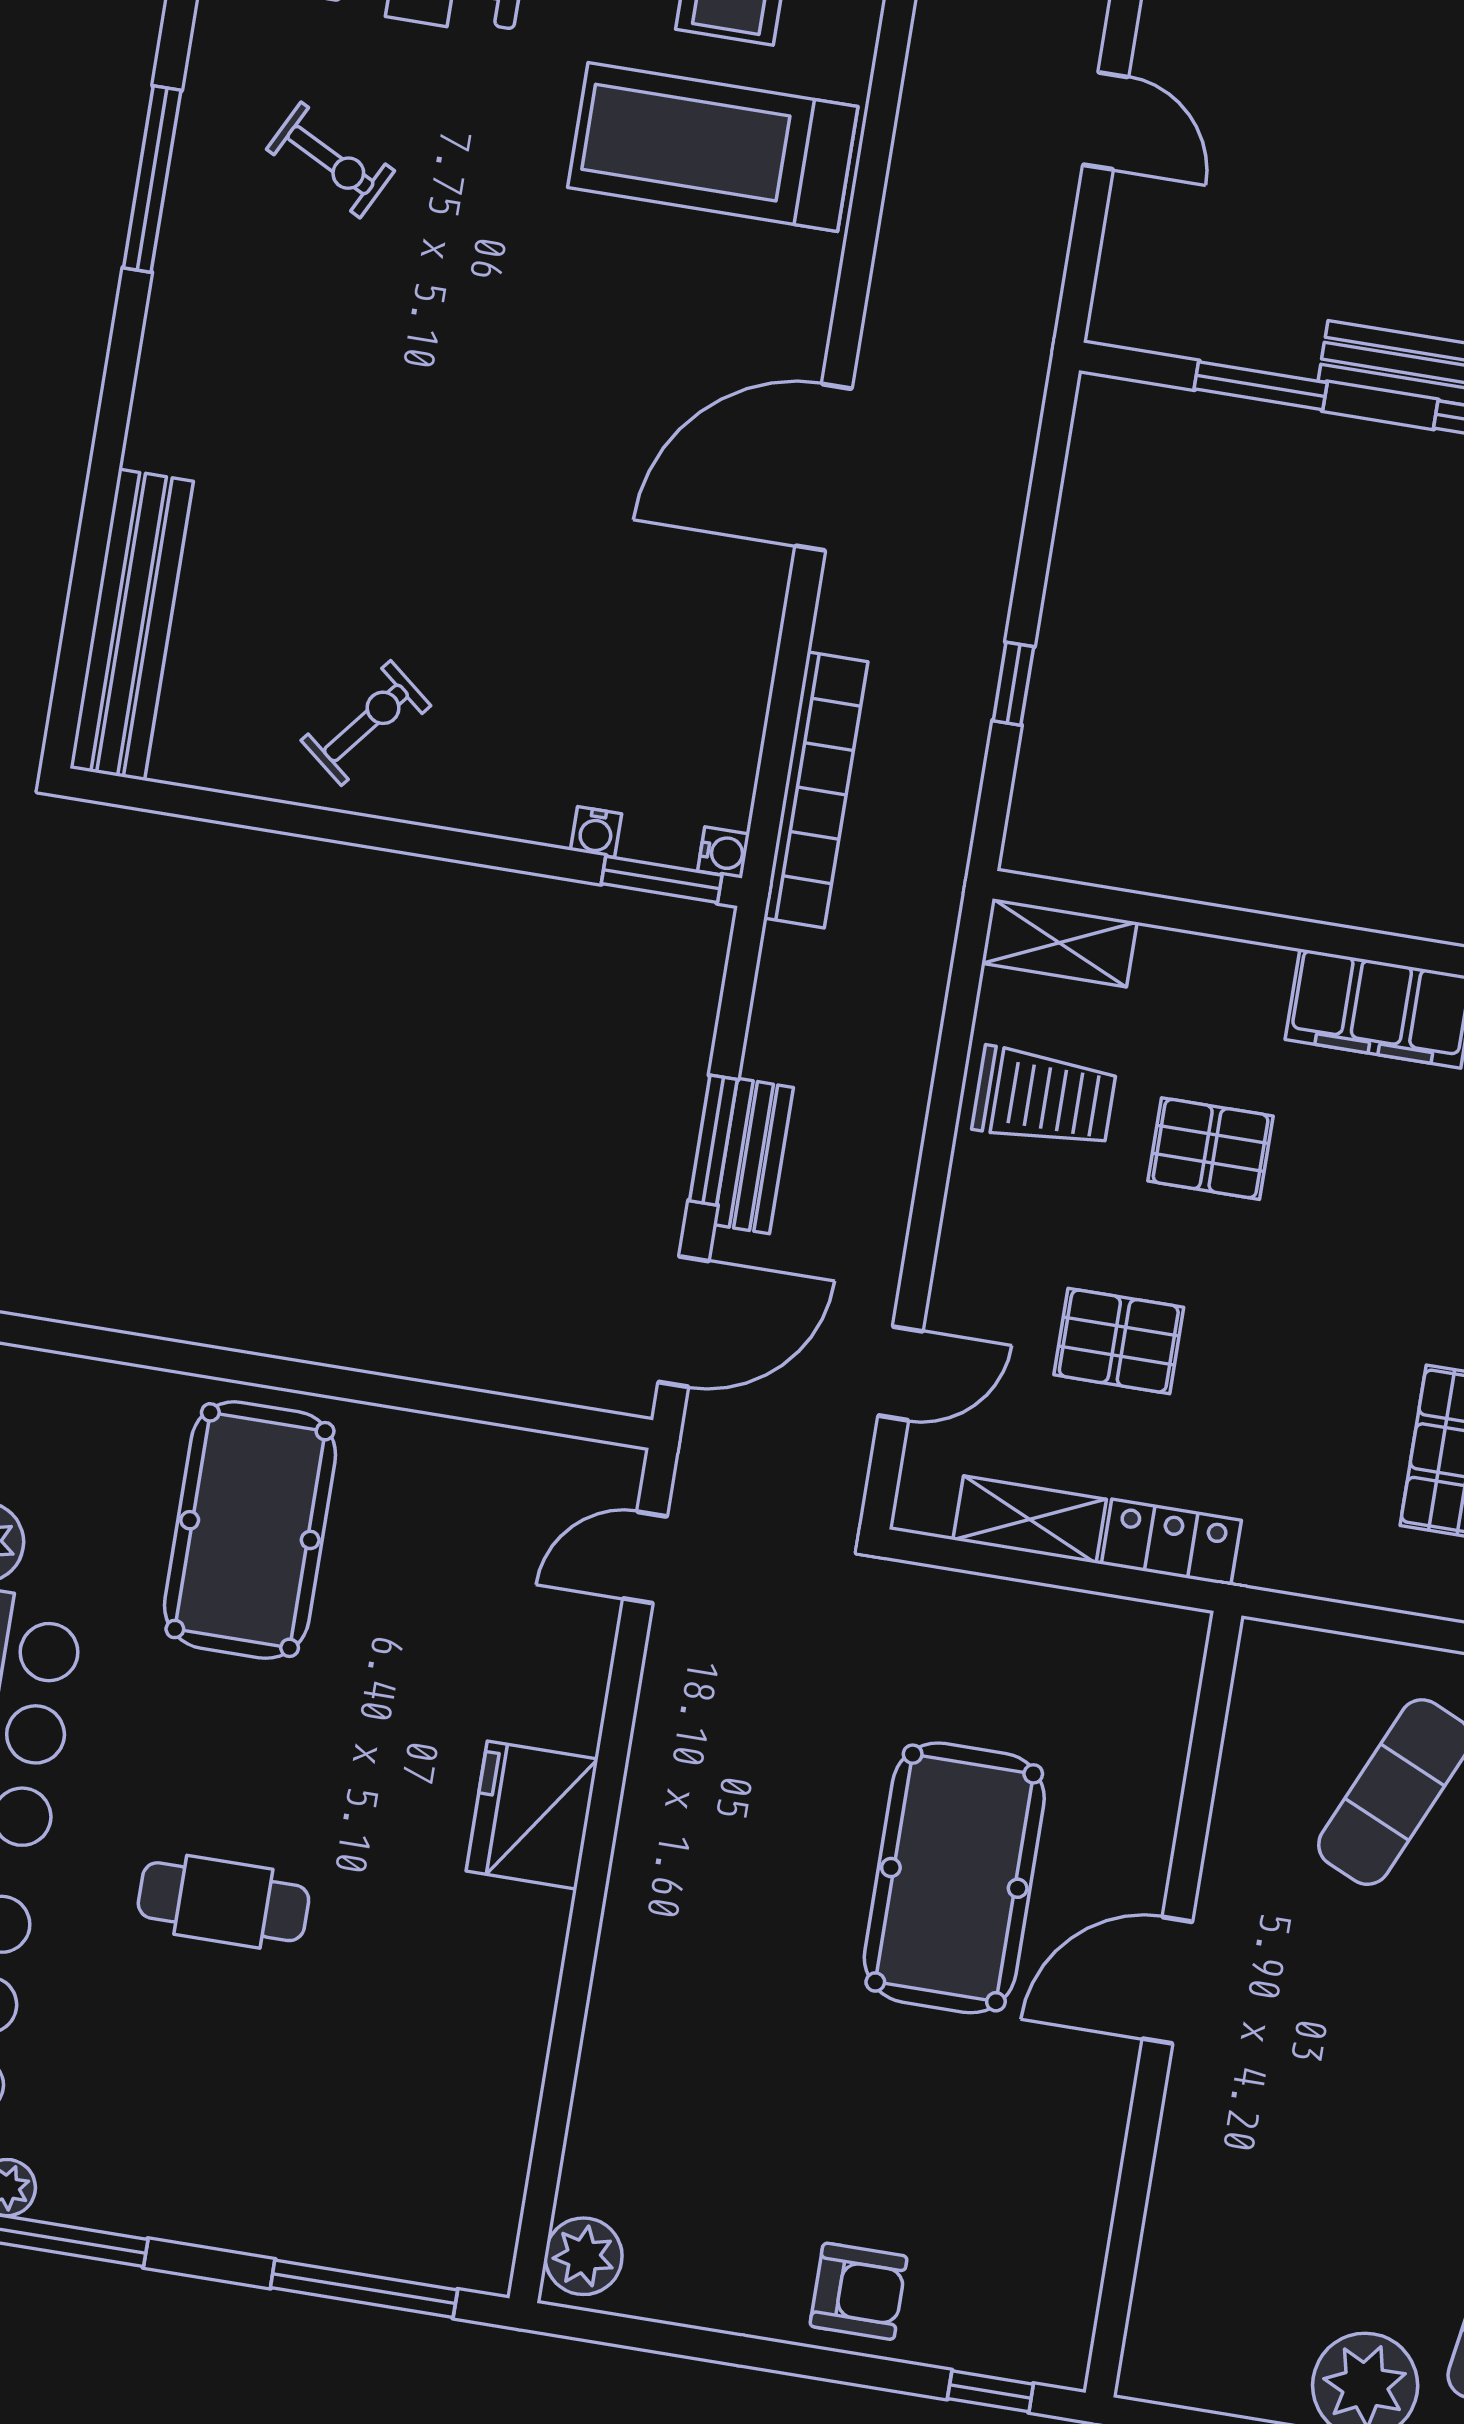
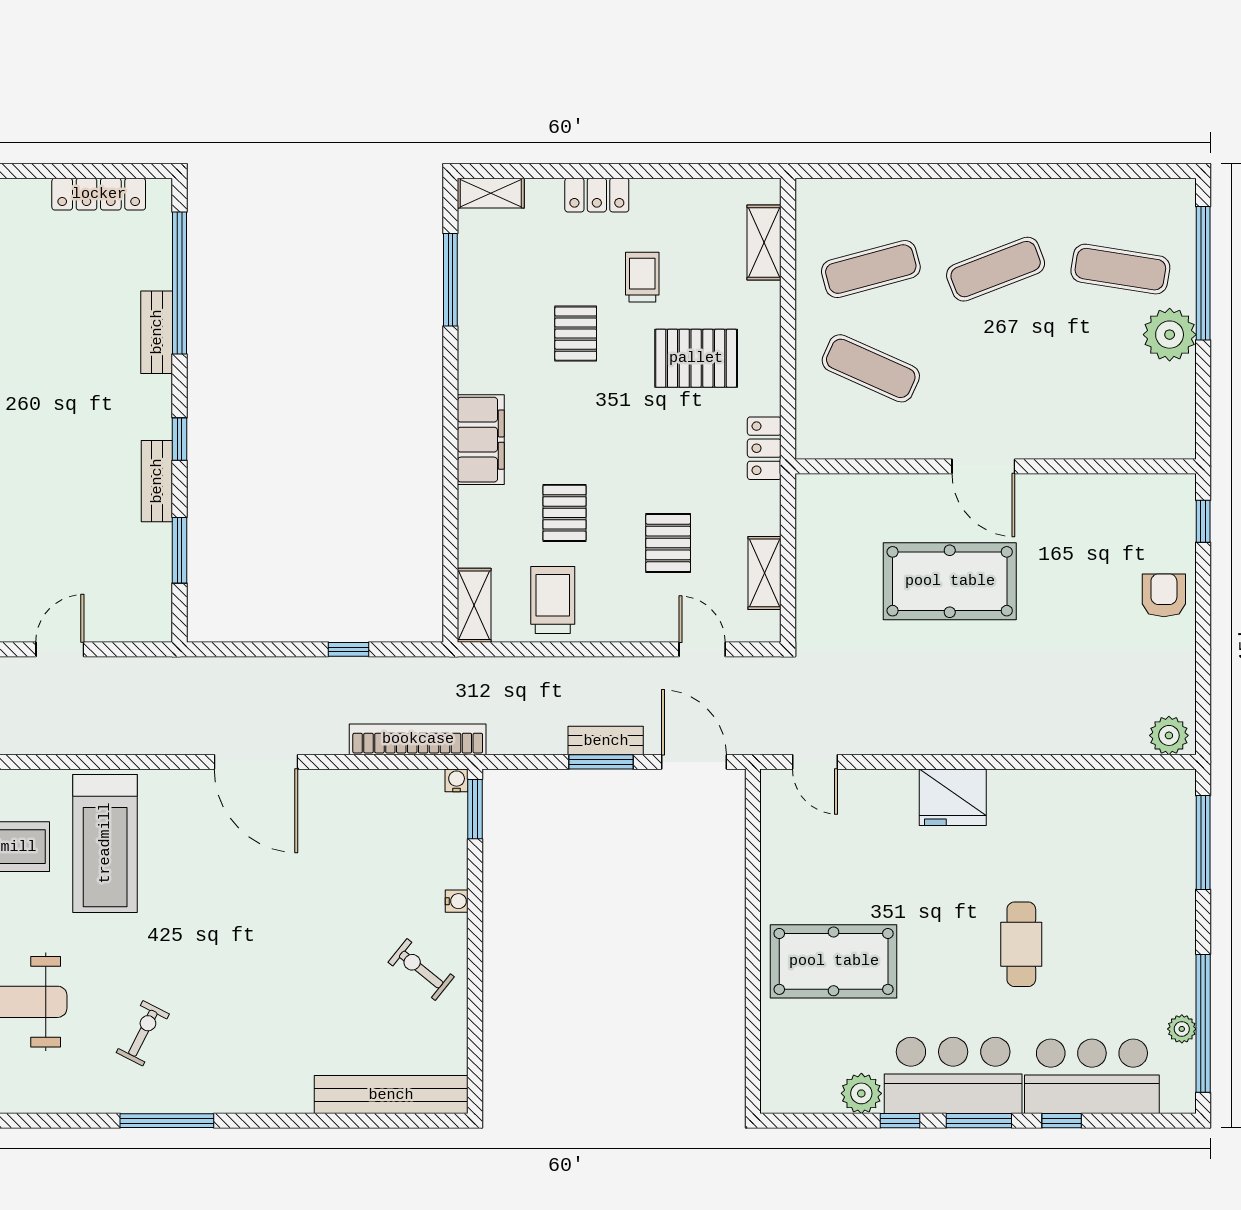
water cooler: (596, 832) -> (457, 901), moved
locker: (1171, 1542) -> (764, 448), moved

